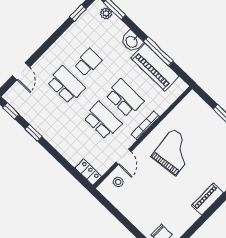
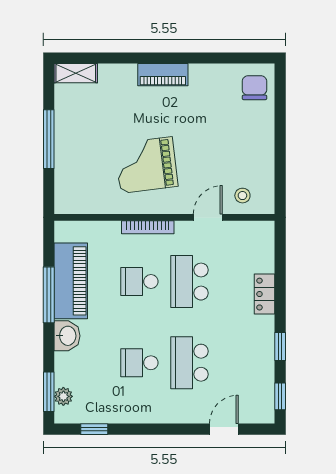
school desk: (125, 98) -> (139, 282), width x0.54
locker: (88, 172) -> (265, 294), moved

